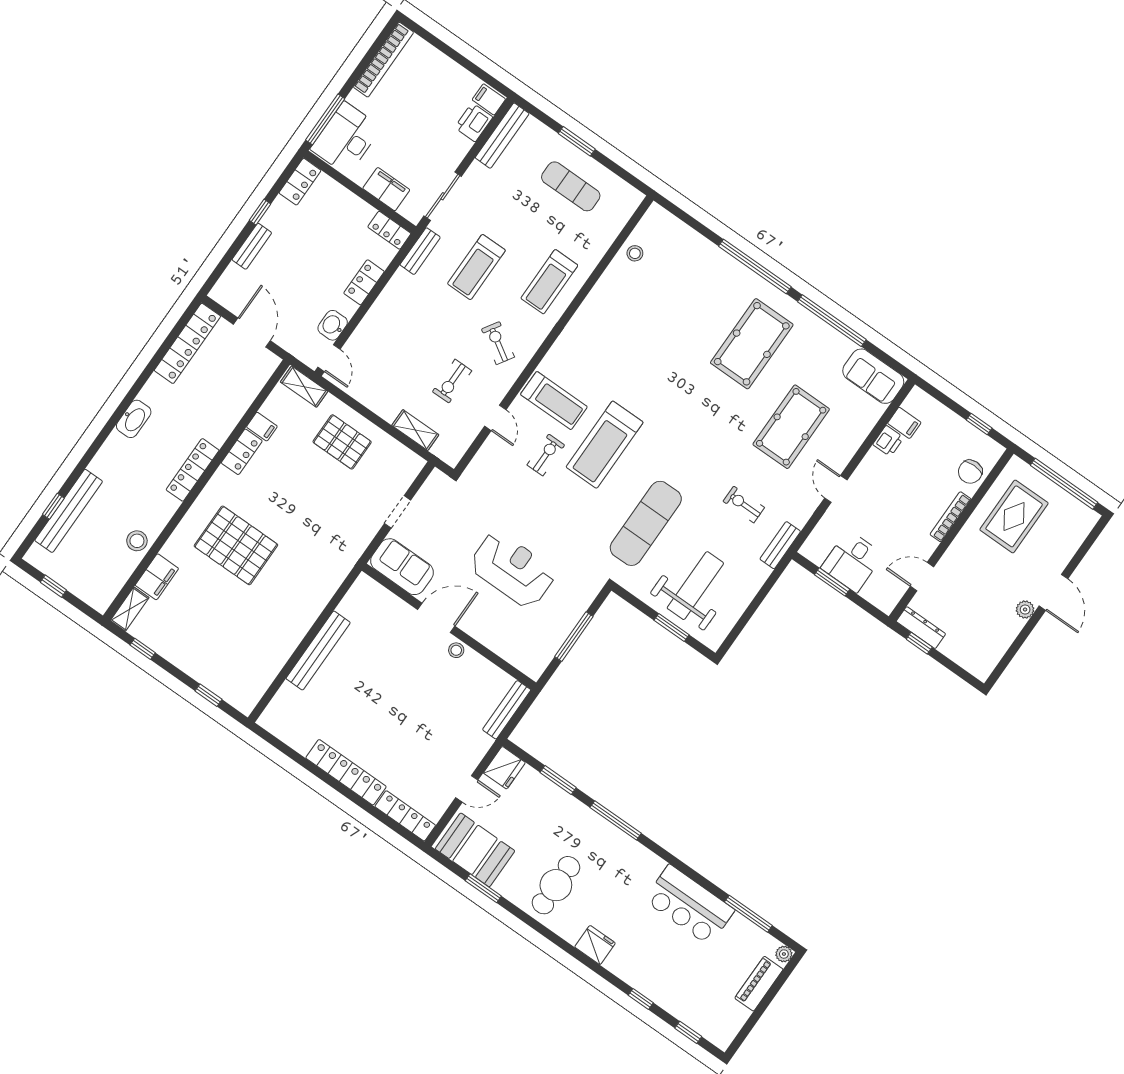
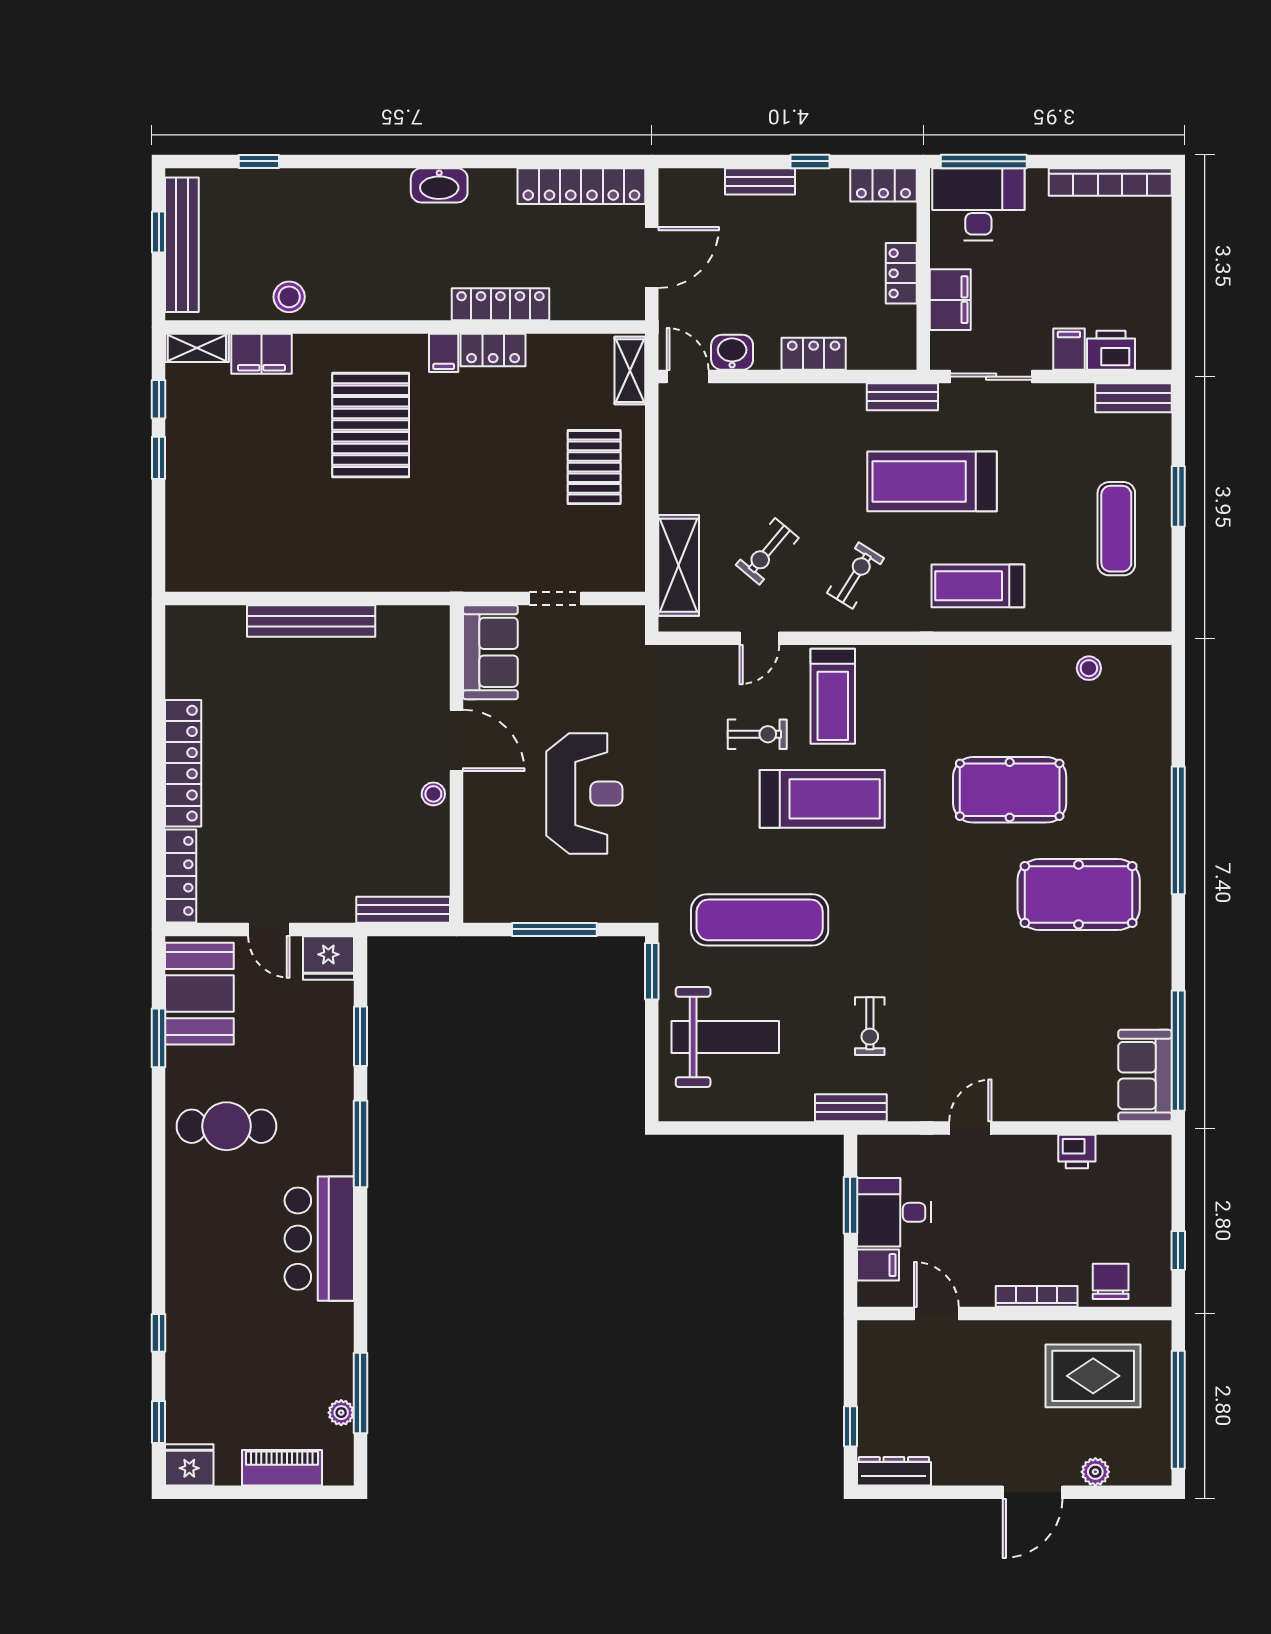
filing cabinet: (489, 99) -> (1069, 349), moved
bench: (502, 136) -> (1133, 398), width x0.73
locker: (389, 230) -> (901, 273), moved
treadmill: (476, 267) -> (932, 481), width x1.37, depth x1.38
window: (832, 321) -> (1178, 1051), moved
door: (329, 358) -> (688, 377), swing flipped
exercise bike: (452, 381) -> (767, 551), turned -50
filing cabinet: (904, 423) -> (878, 1265), moved, turned -90
filing cabinet: (262, 427) -> (444, 353), moved
pool table: (791, 427) -> (1010, 790), moved
shelving: (415, 430) -> (679, 565), width x1.50, depth x1.33
treadmill: (605, 445) -> (822, 799), turned 180
locker: (193, 470) -> (500, 304), moved
chair: (970, 472) -> (1111, 1281), turned 90
exercise bike: (744, 504) -> (870, 1026), turned 180
bench: (69, 511) -> (182, 245), moved, turned 90
plant: (1025, 610) -> (1095, 1472), moved
window: (672, 627) -> (652, 971), moved
dresser: (921, 628) -> (894, 1471), moved, turned -90
window: (919, 643) -> (850, 1426), moved
window: (208, 695) -> (159, 458), moved
bar counter: (689, 905) -> (319, 1239), moved
fridge: (595, 945) -> (189, 1465), moved, turned -90
plant: (784, 954) -> (341, 1413), moved

